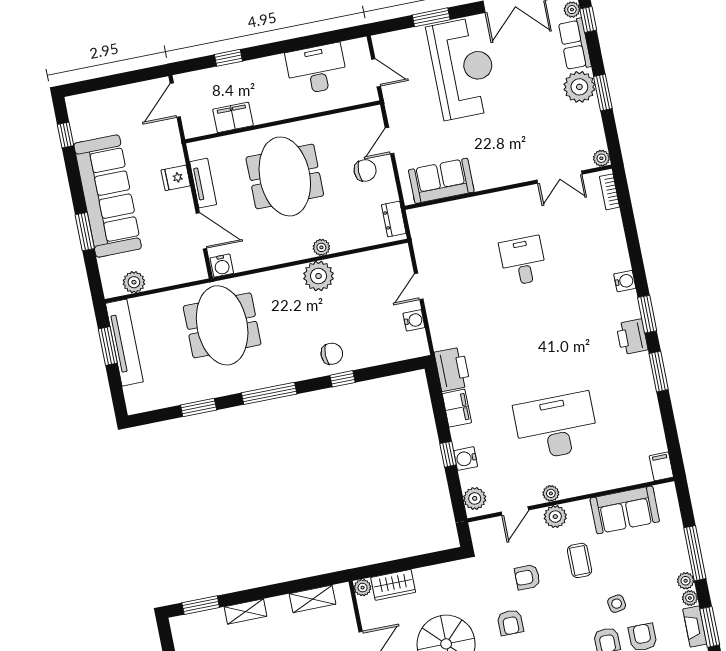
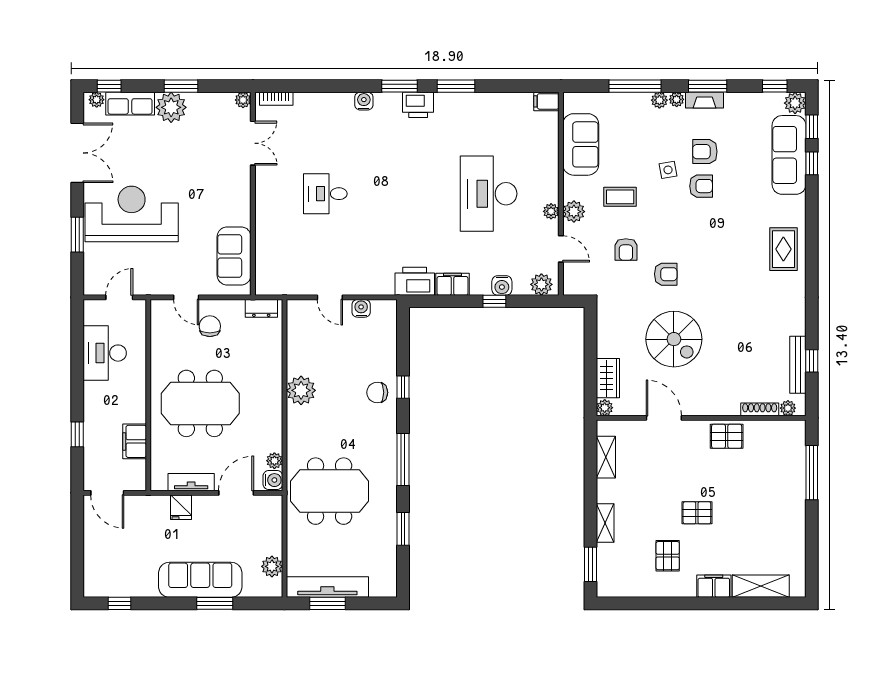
sofa: (108, 196) -> (200, 580), width x0.74, depth x0.79
plant: (321, 247) -> (274, 461), moved
chair: (332, 354) -> (377, 392), turned -90

